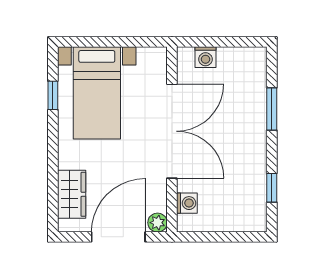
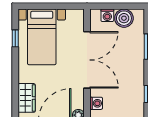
boiler: (233, 62) -> (124, 18), added

